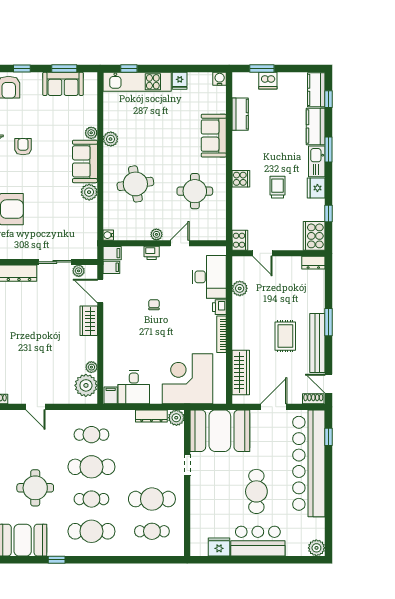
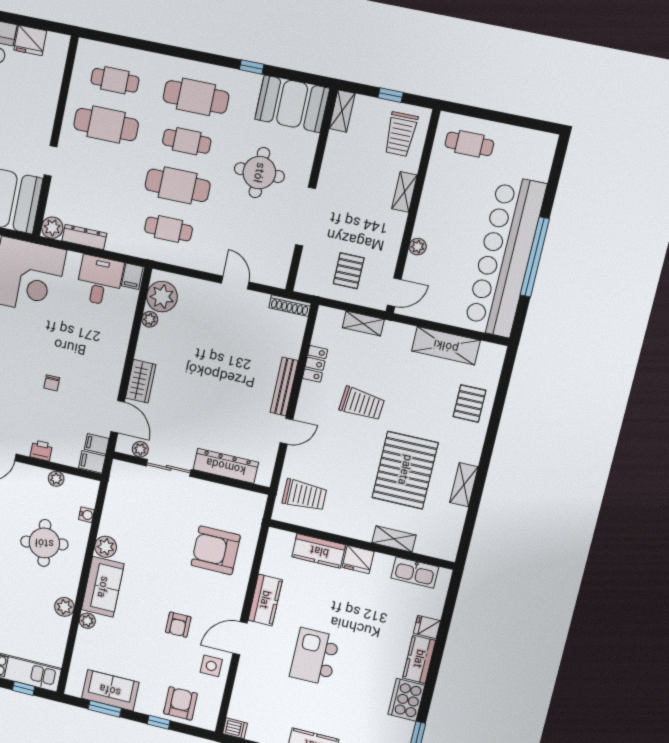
plant: (156, 234) -> (56, 479), moved
water cooler: (108, 235) -> (86, 515), moved

